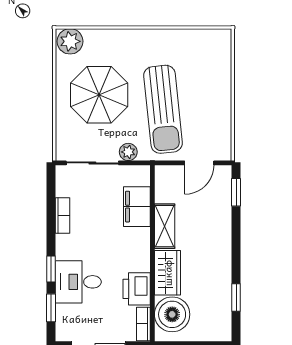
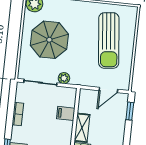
sun lounger: (163, 109) -> (109, 41), moved
filing cabinet: (137, 207) -> (66, 113), width x0.50

